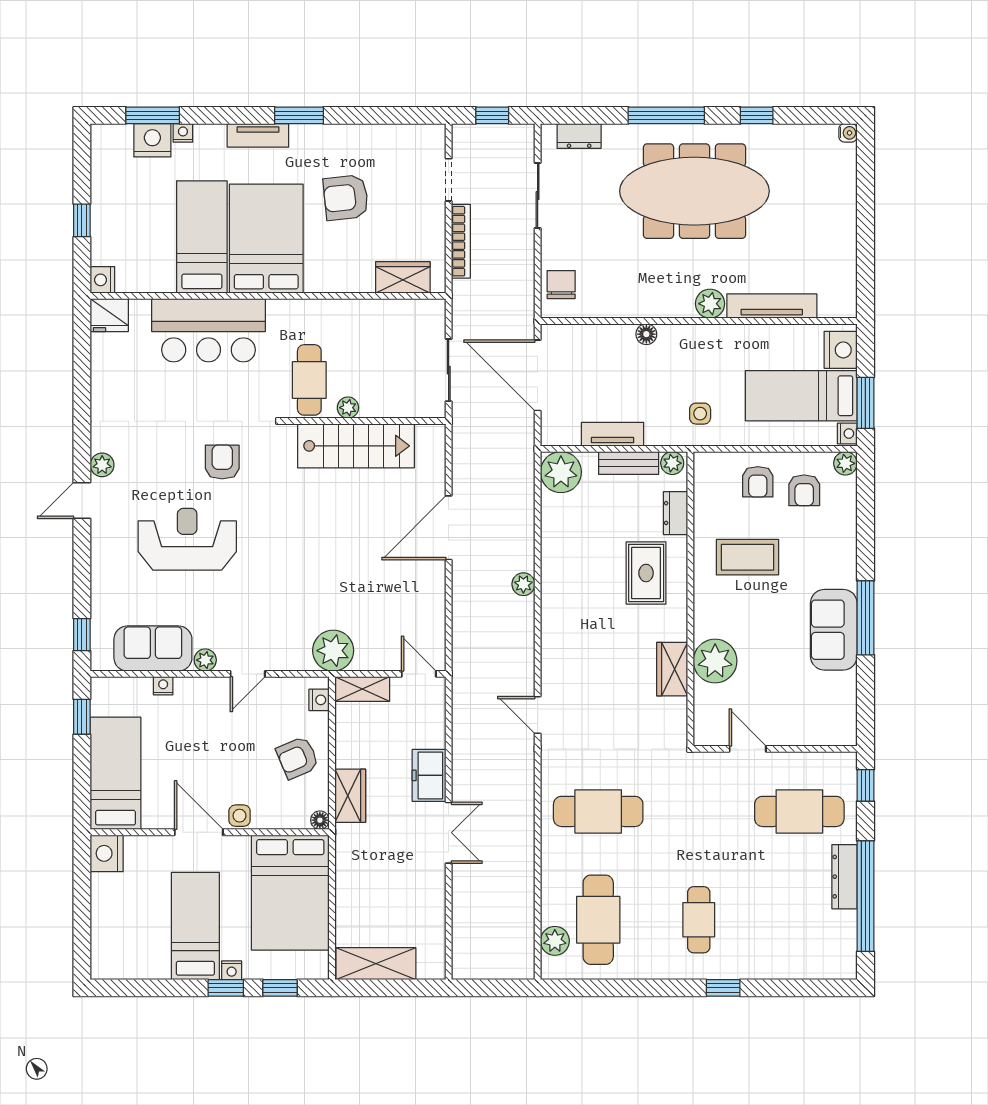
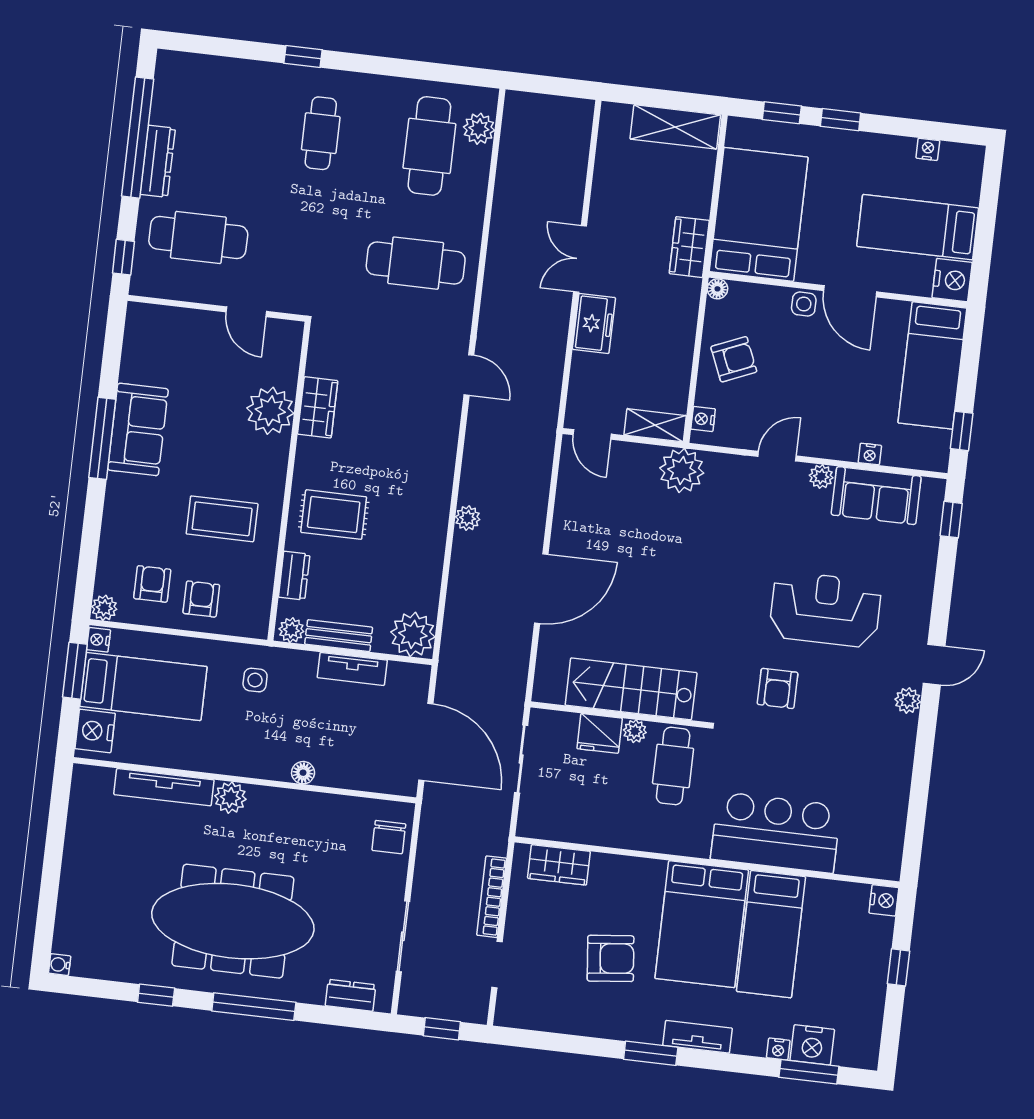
fridge: (109, 315) -> (600, 733), moved, turned 180
reception desk: (187, 539) -> (825, 609), turned 180
rug: (646, 573) -> (334, 515), turned 90
wardrobe: (350, 796) -> (689, 247), moved
bed: (195, 926) -> (918, 227), moved, turned 90
nightstand: (232, 970) -> (928, 149), moved

